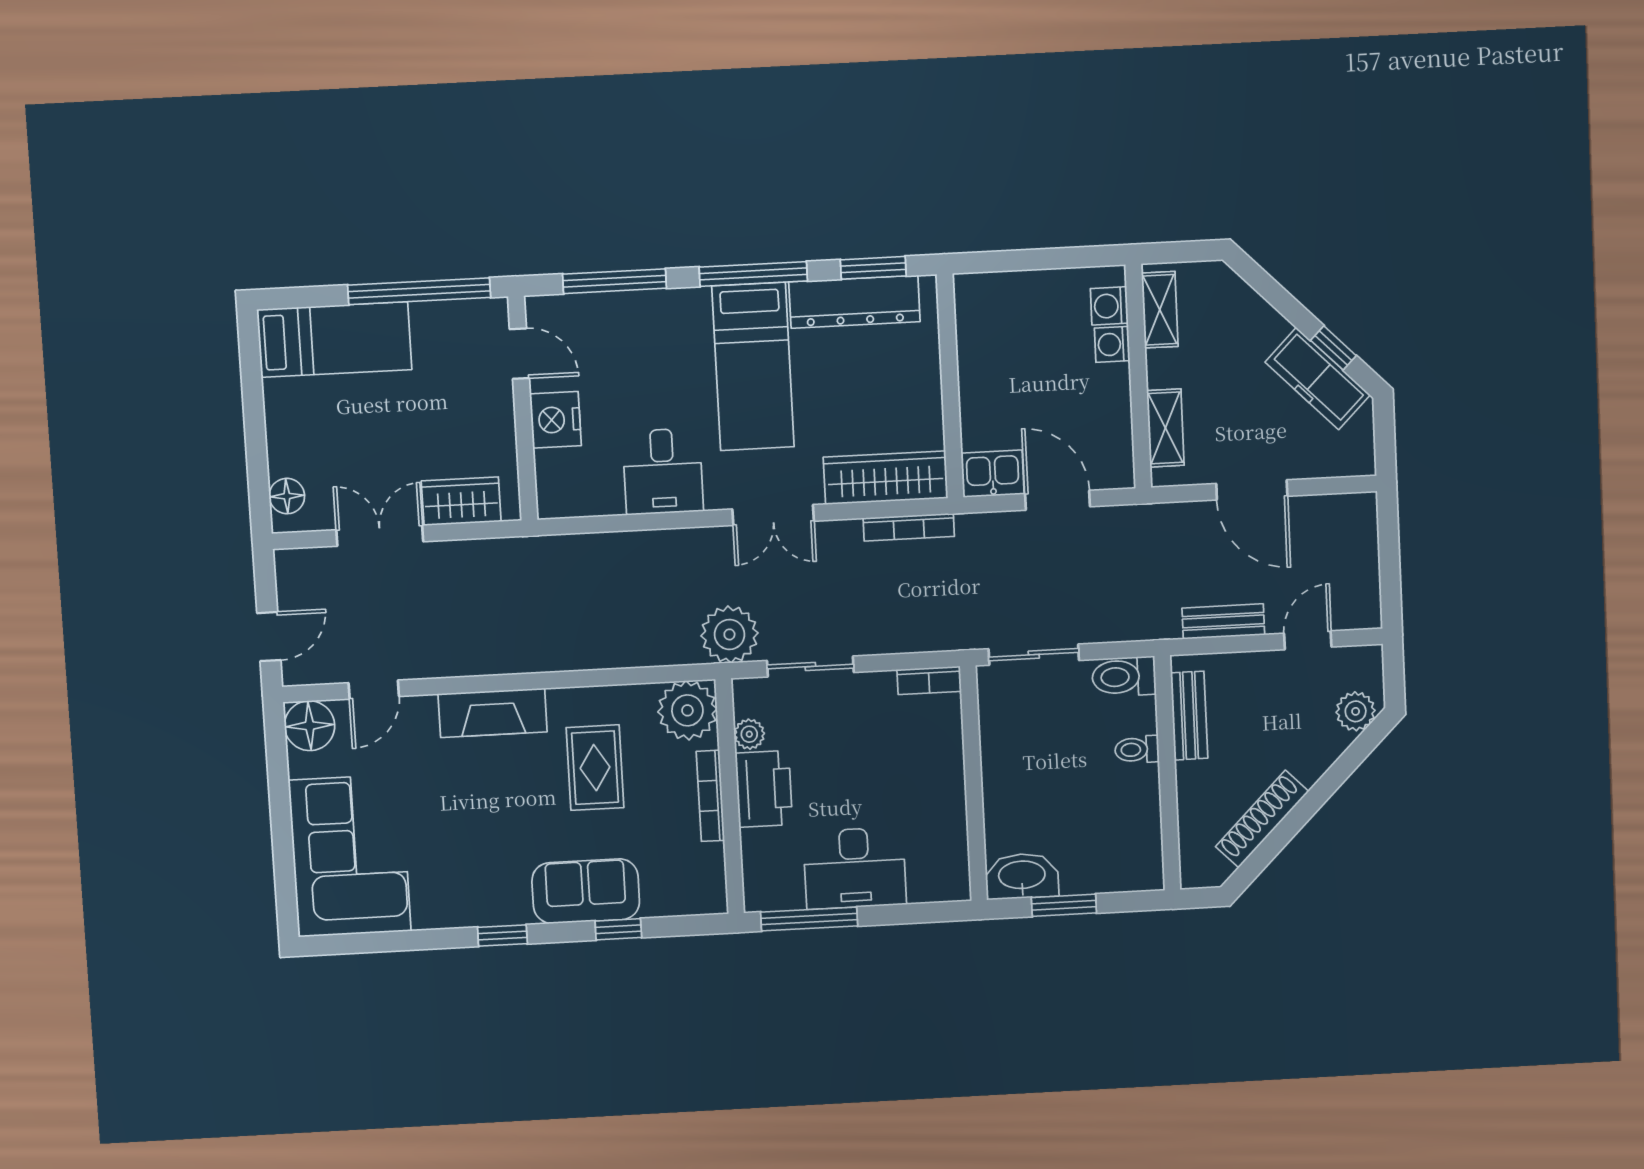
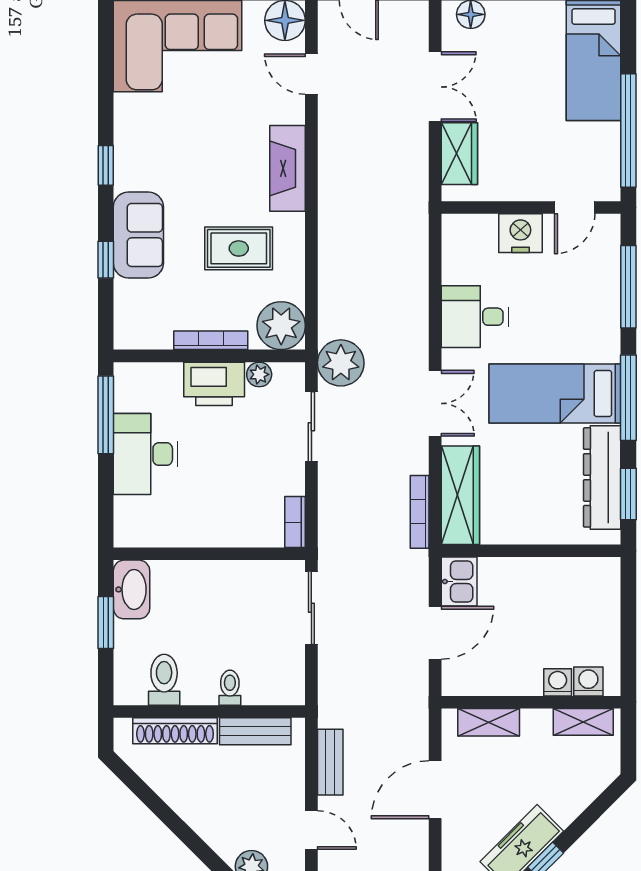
double door: (773, 515) -> (435, 403), swing flipped
toilet: (1124, 677) -> (164, 680), moved
shoe rack: (1262, 819) -> (175, 731), moved, turned 135

